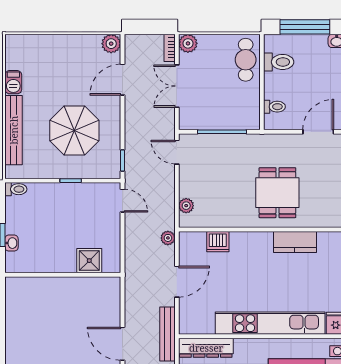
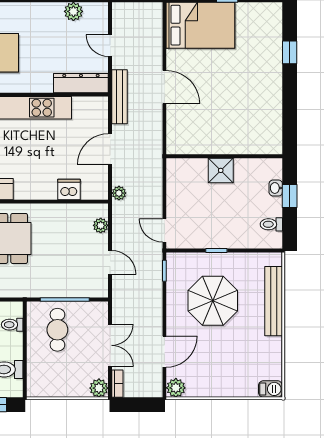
cafe table: (246, 60) -> (57, 330), moved
barbecue: (13, 82) -> (270, 389), moved, turned 90
door: (177, 152) -> (110, 262), moved
toilet: (16, 189) -> (271, 224), moved
shower: (89, 261) -> (221, 170), moved

